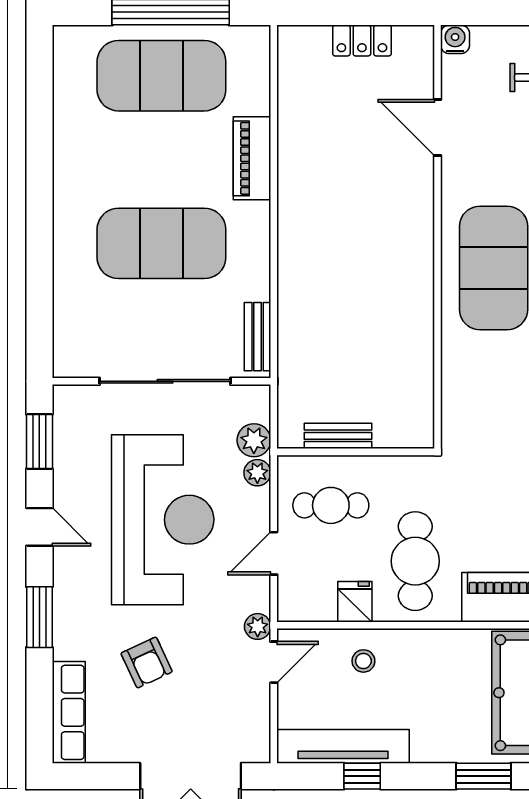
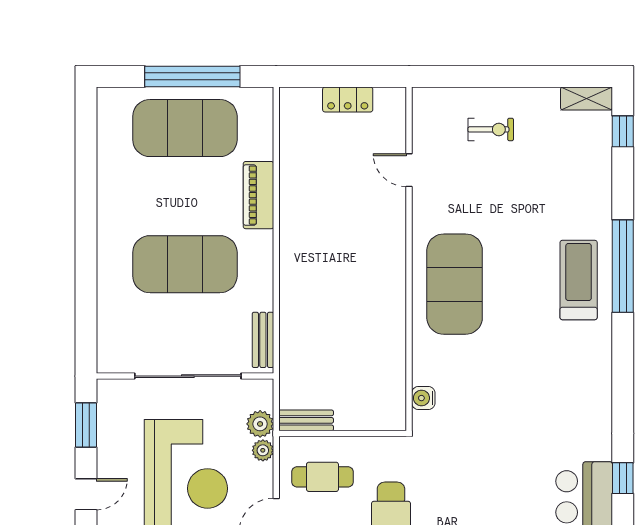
water cooler: (455, 39) -> (423, 398), moved, turned -90
door: (437, 128) -> (409, 170), width x0.73
bench: (338, 436) -> (306, 420), moved
door: (39, 527) -> (86, 494), hinge flipped

